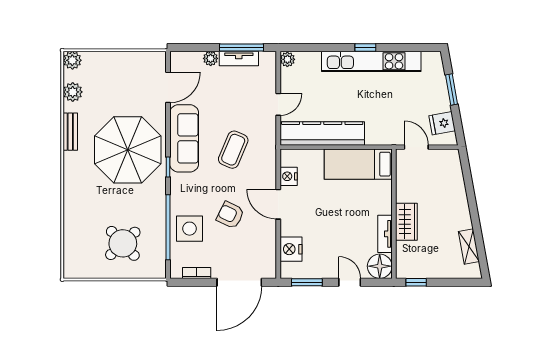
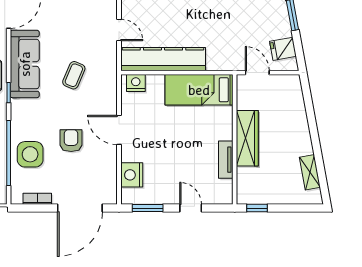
door: (278, 104) -> (119, 30), hinge flipped
coffee table: (233, 150) -> (74, 75), width x0.73, depth x0.77
nightstand: (289, 176) -> (136, 83), moved, turned 90
armchair: (230, 215) -> (71, 141), turned 64
wardrobe: (406, 222) -> (247, 138), width x1.50
floor lamp: (380, 266) -> (221, 192), removed

